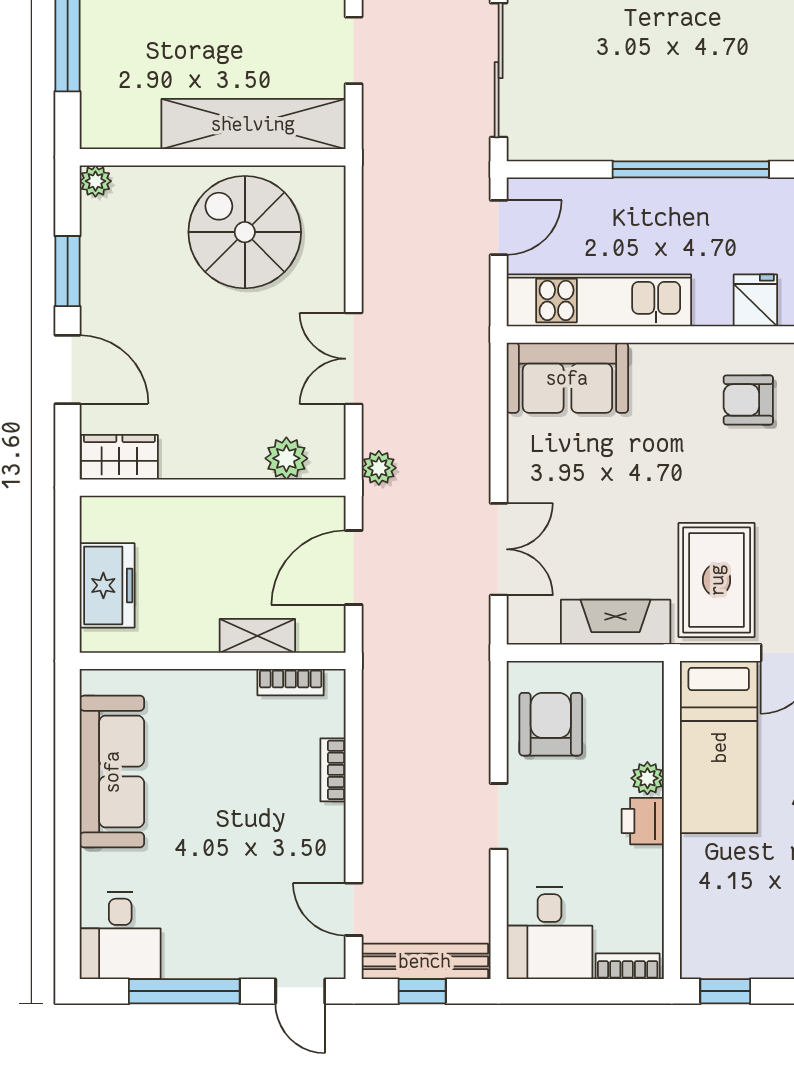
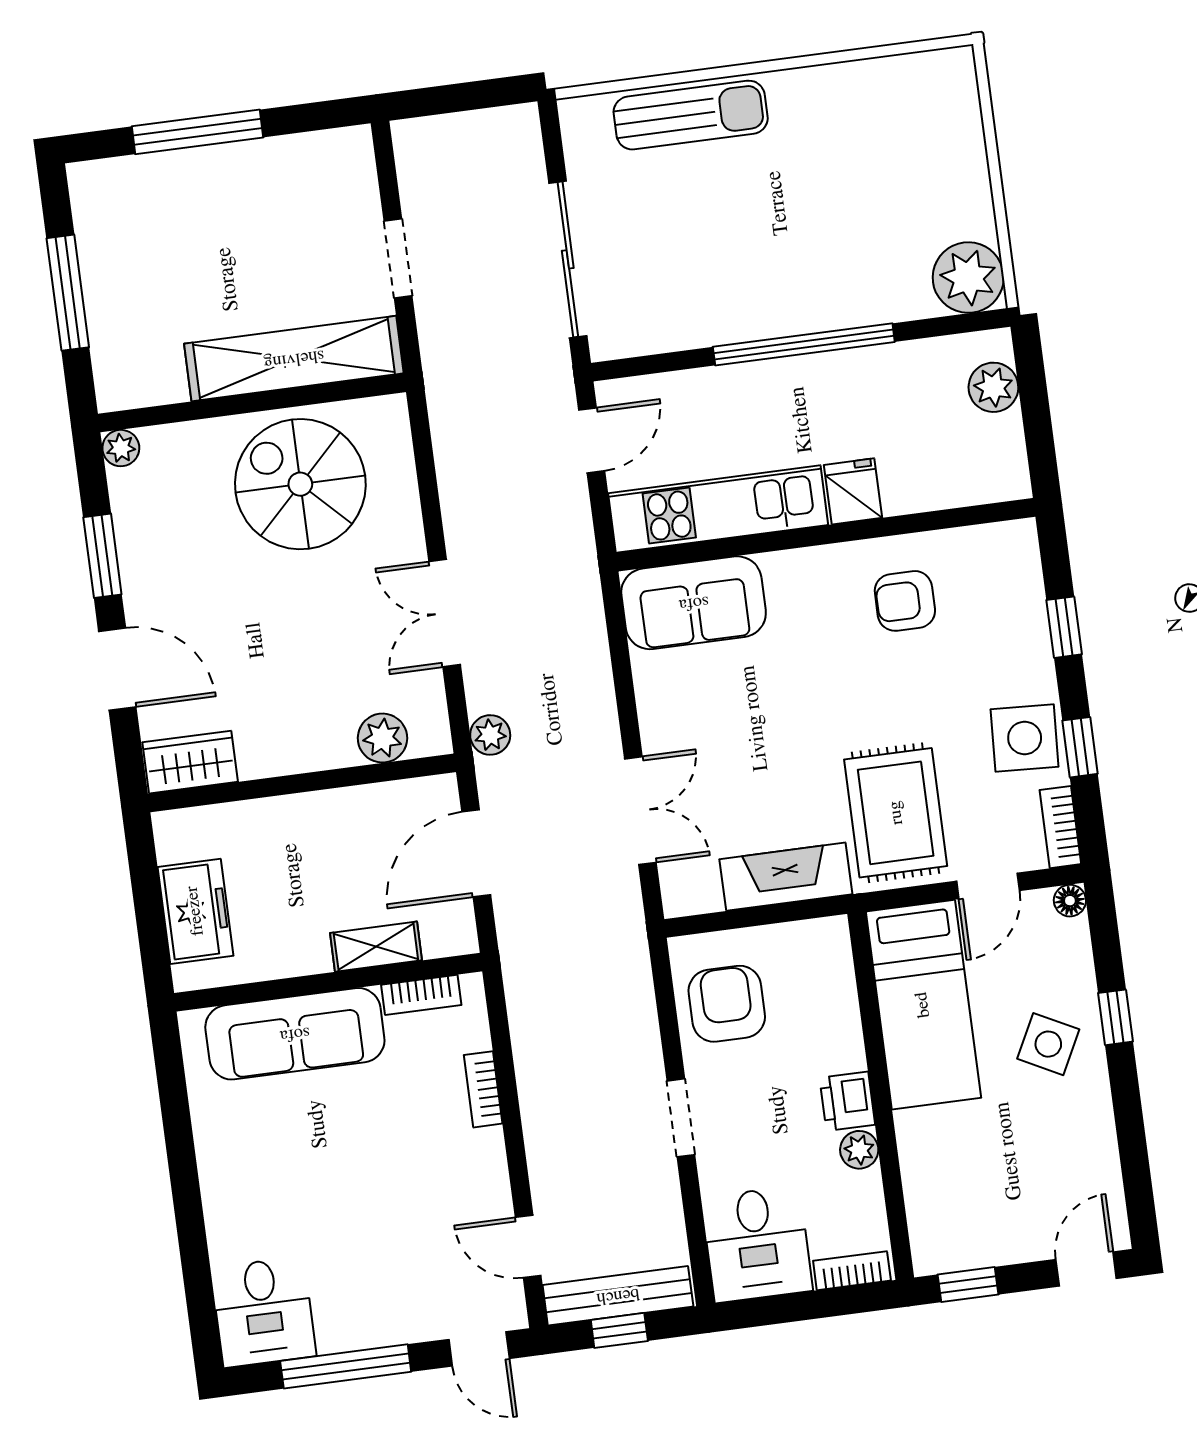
fridge: (755, 300) -> (853, 491), moved
sofa: (112, 772) -> (295, 1034), moved, turned 90
plant: (647, 778) -> (859, 1150), moved

